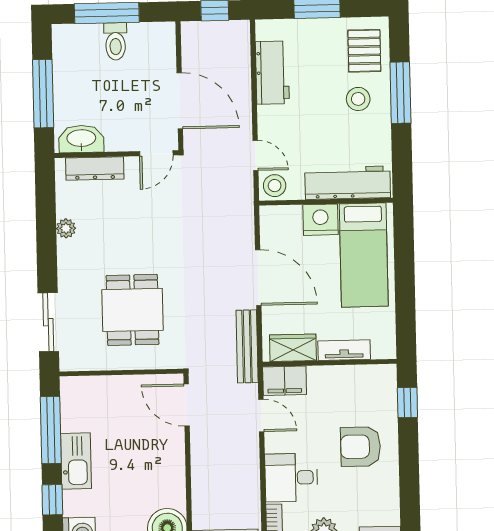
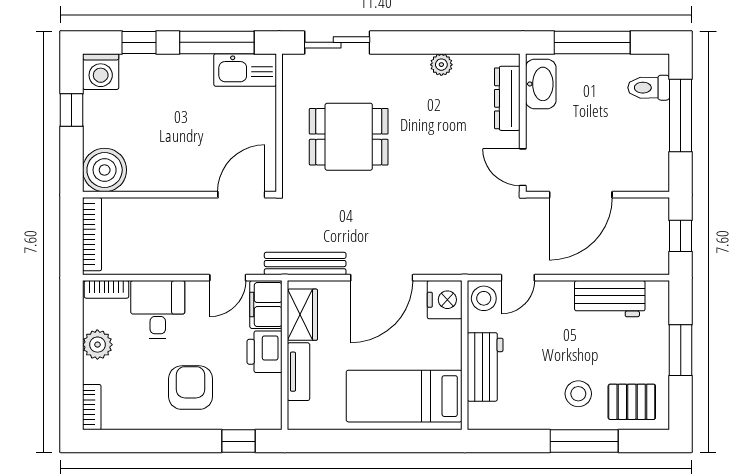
toilet: (116, 41) -> (649, 88), moved
workbench: (348, 183) -> (485, 367), width x0.73
nightstand: (320, 220) -> (445, 300), moved
printer: (327, 381) -> (265, 352), added
kitchen sink: (76, 461) -> (245, 70), moved

